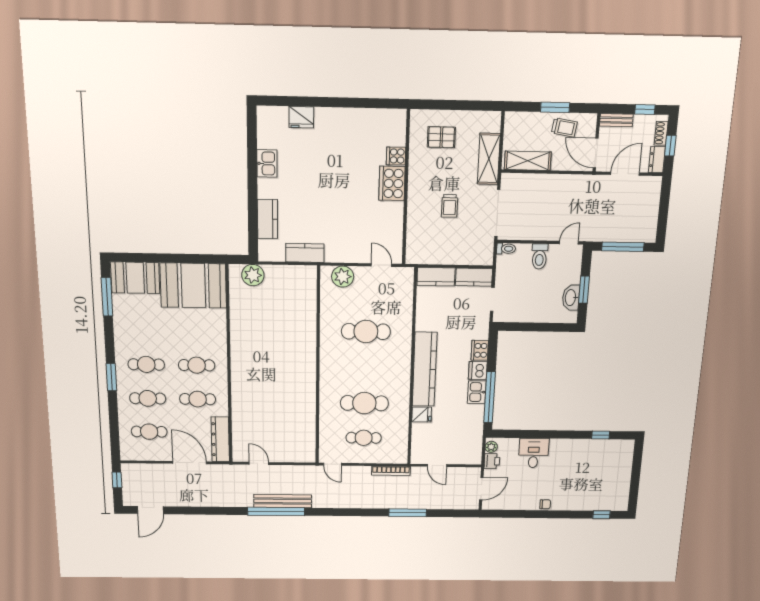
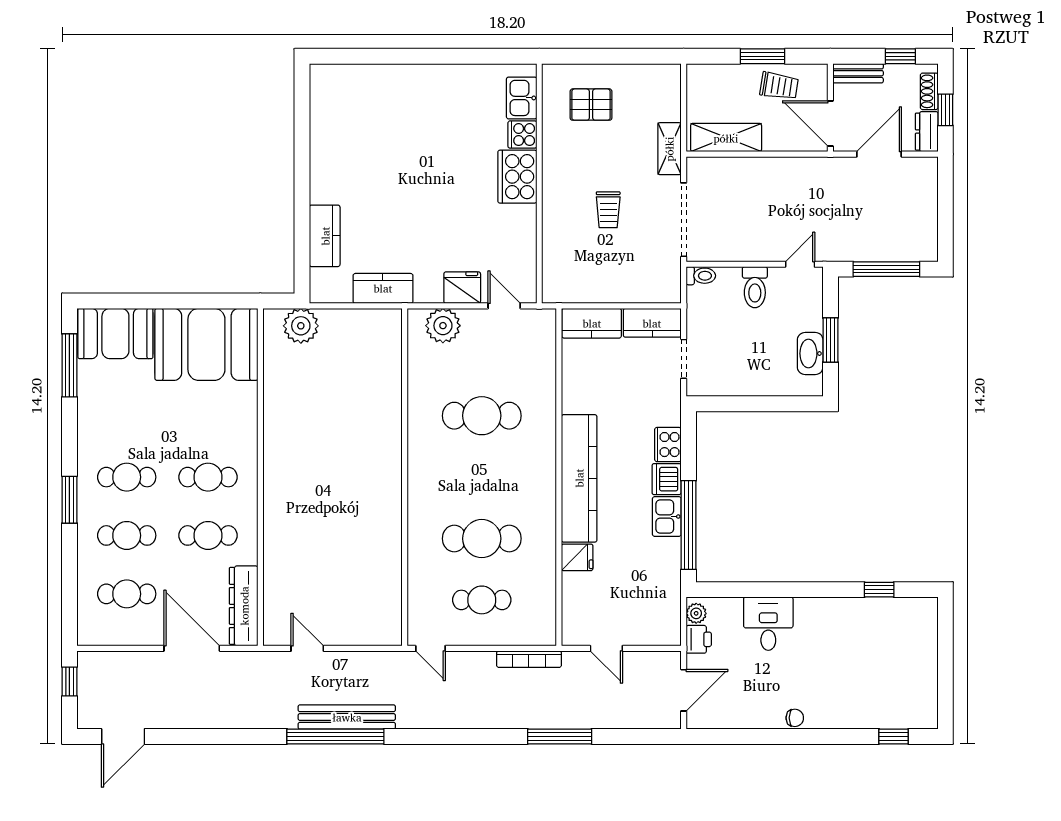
fridge: (301, 117) -> (462, 288), moved, turned 180
shelving: (489, 159) -> (669, 149), width x0.67, depth x0.75
kitchen sink: (267, 163) -> (522, 98), moved, turned 180

